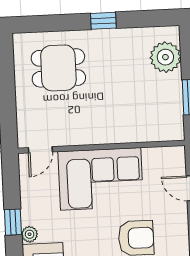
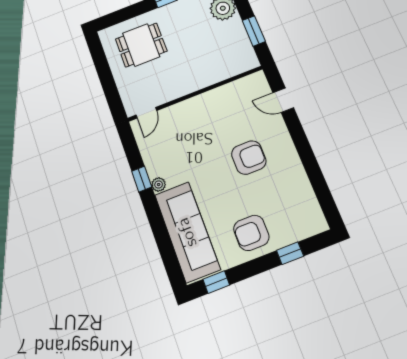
corner sofa: (101, 179) -> (203, 119), removed

